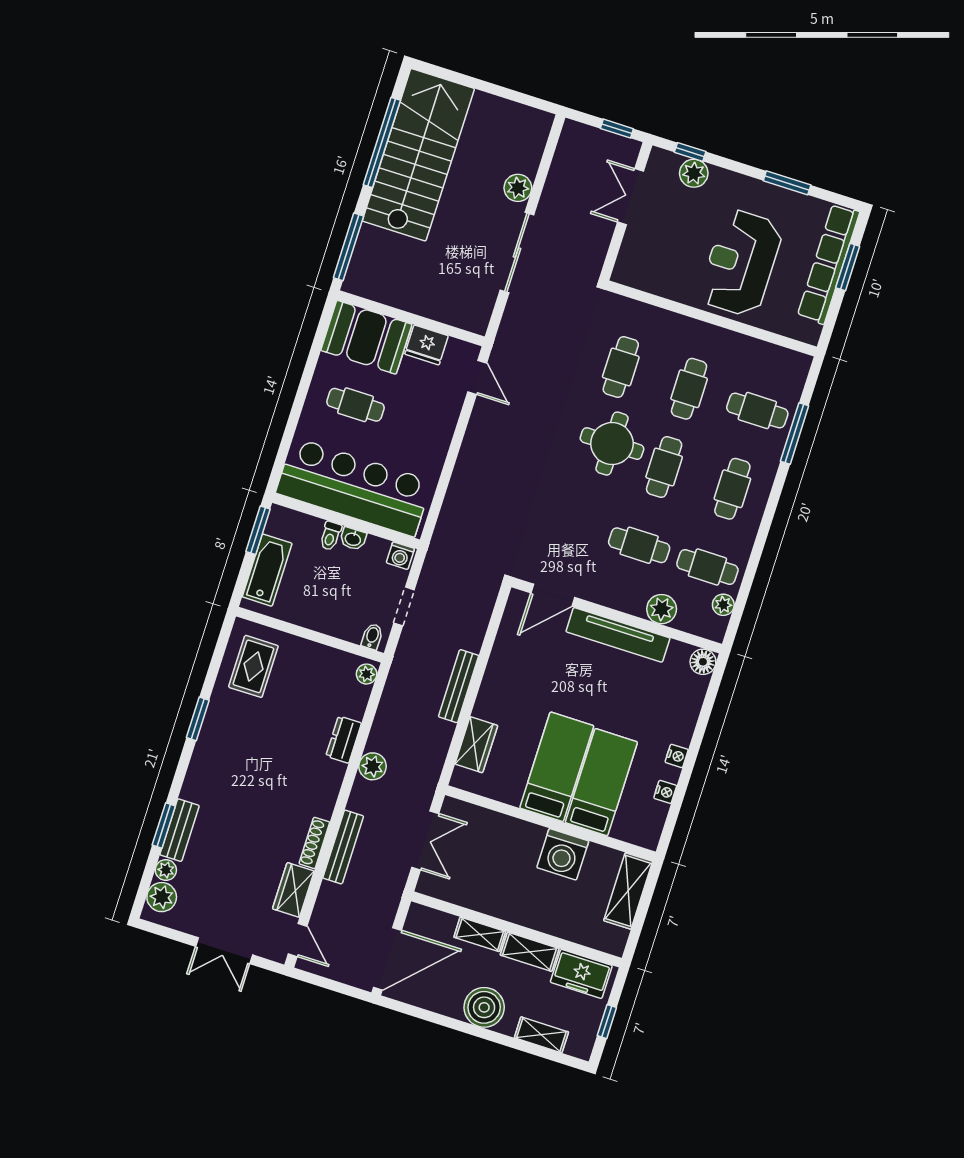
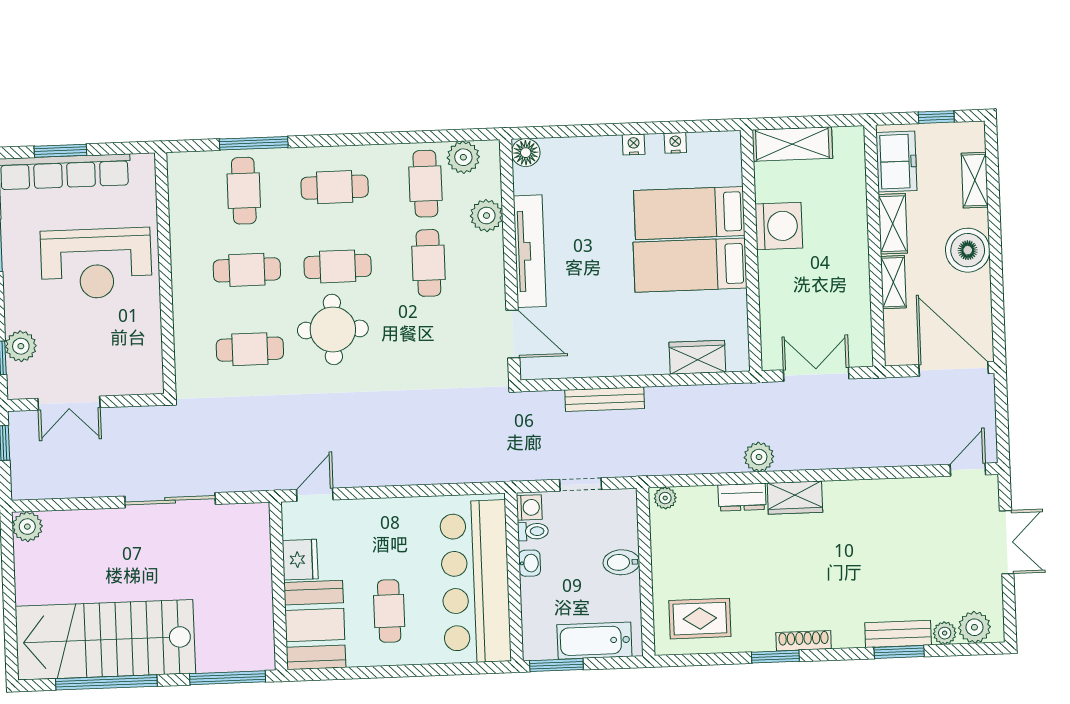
plant: (518, 188) -> (27, 527), moved
toilet: (330, 536) -> (533, 531), moved
plant: (723, 605) -> (463, 157), width x1.38, depth x1.38
bidet: (372, 637) -> (621, 562), moved, width x1.38, depth x1.36
bench: (459, 686) -> (605, 399), moved
shoe rack: (314, 843) -> (804, 641), moved, turned 180
bench: (343, 847) -> (854, 457), removed
wardrobe: (293, 890) -> (795, 498), moved

